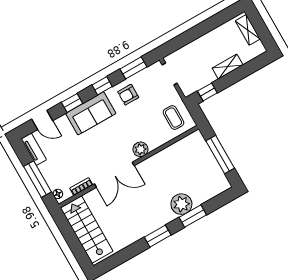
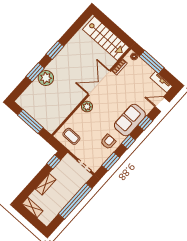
shelving: (248, 30) -> (32, 207), moved
window: (197, 32) -> (75, 201), added

